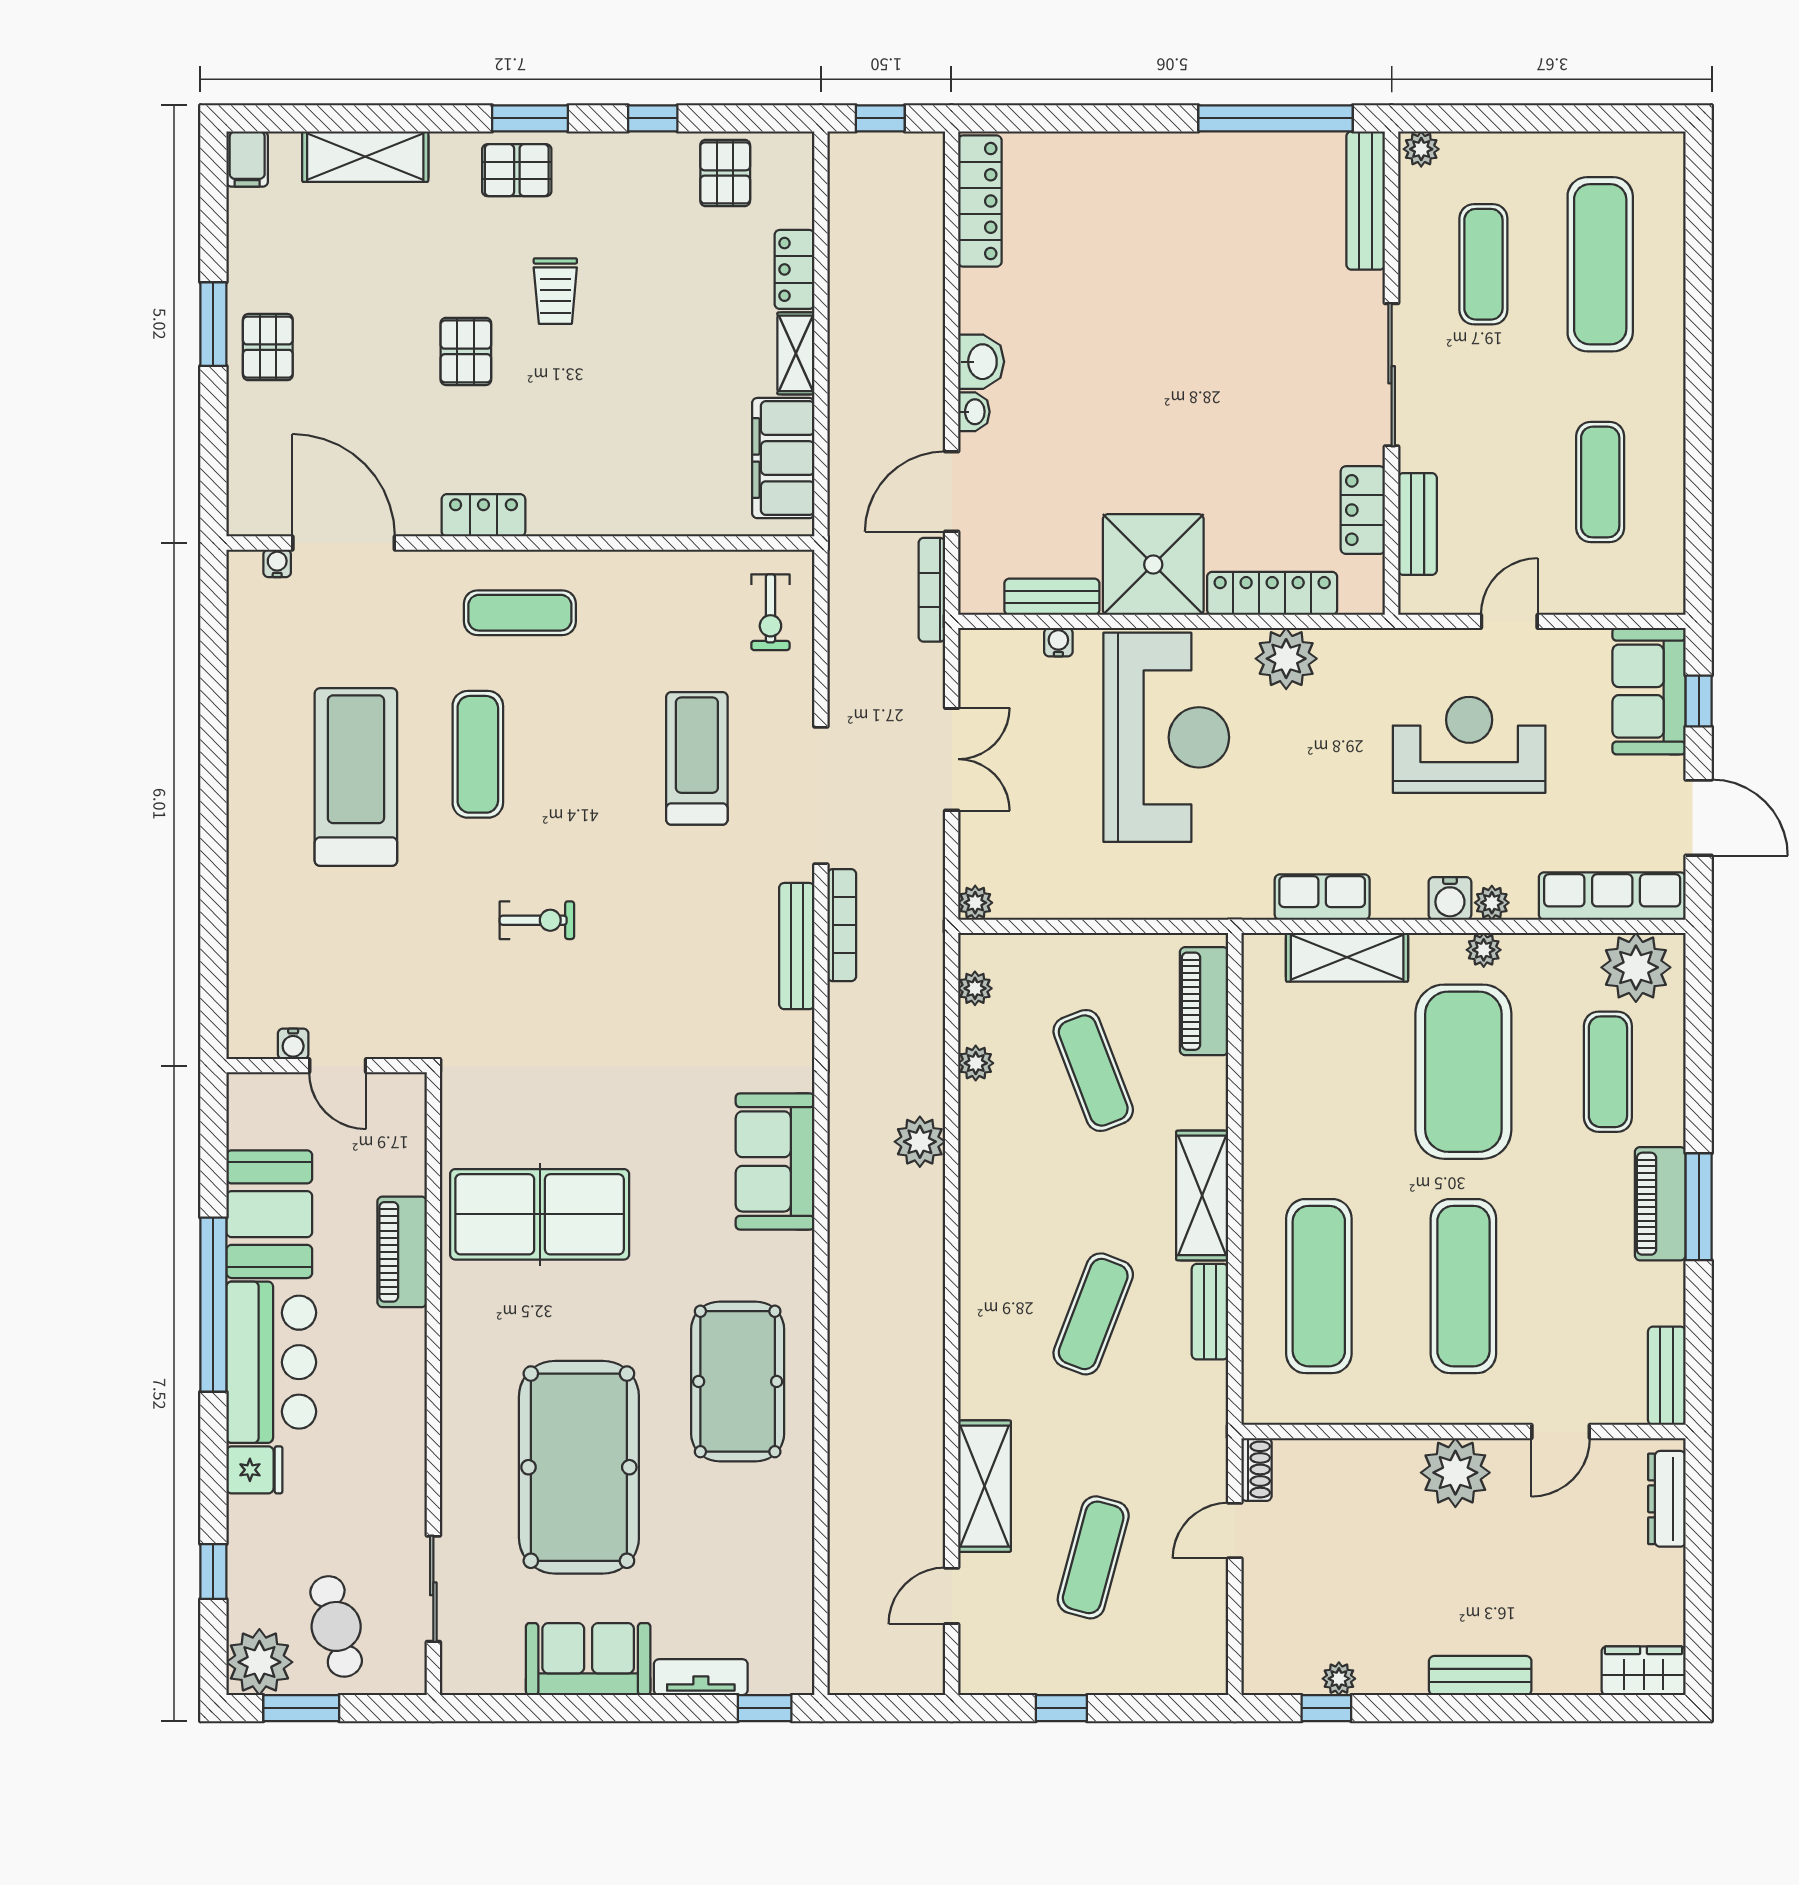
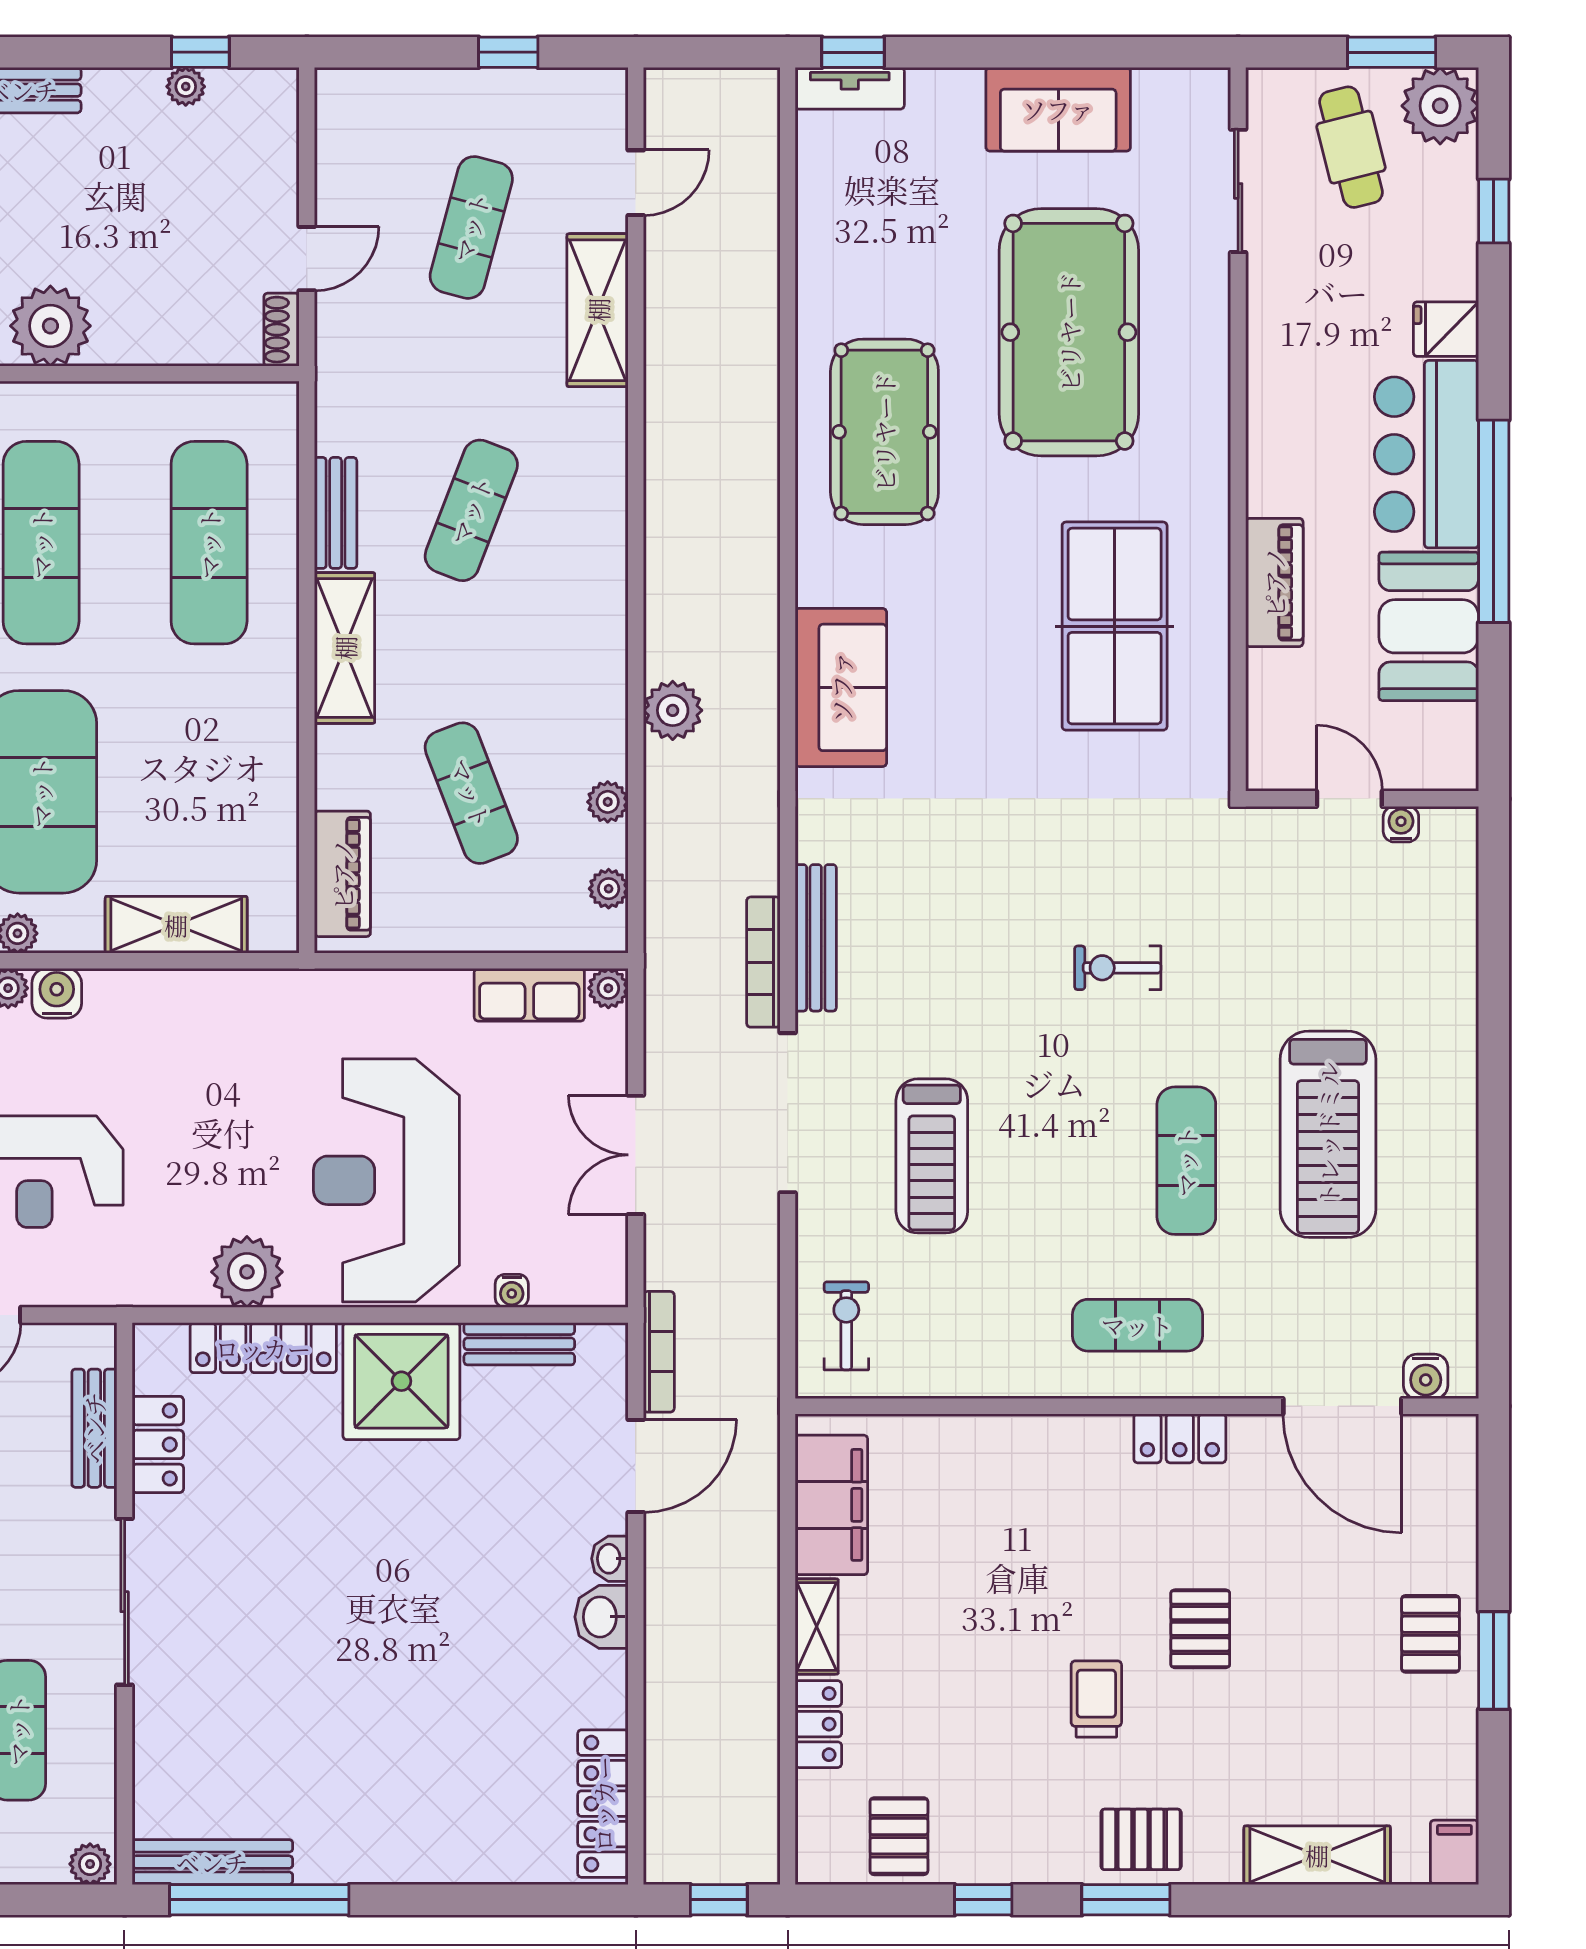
bench: (1366, 200) -> (212, 1862), moved, turned 90
water cooler: (277, 563) -> (1426, 1376), width x1.38, depth x1.38
row of seats: (1322, 897) -> (529, 995), moved
table tennis table: (540, 1214) -> (1115, 626), turned 90
tv unit: (701, 1677) -> (850, 88), moved

